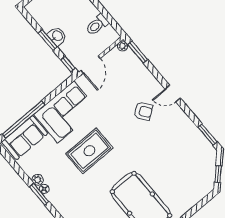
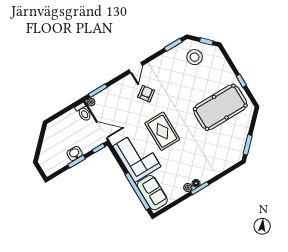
toilet: (97, 25) -> (83, 112), moved
rug: (89, 151) -> (162, 131), moved
stool: (197, 163) -> (195, 57), added

